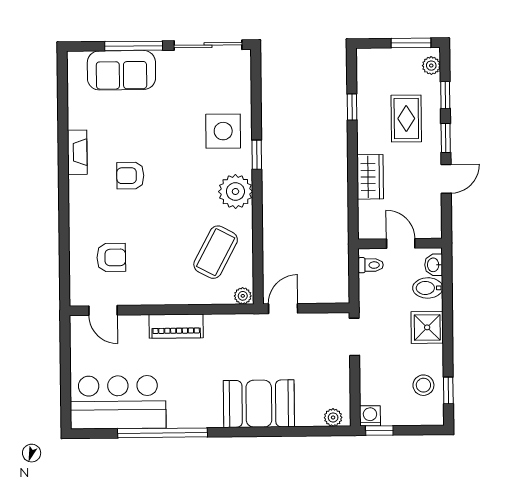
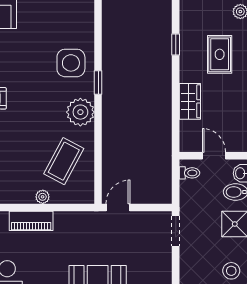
plant: (243, 296) -> (43, 197), moved

